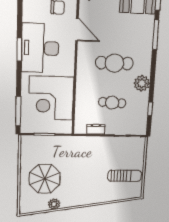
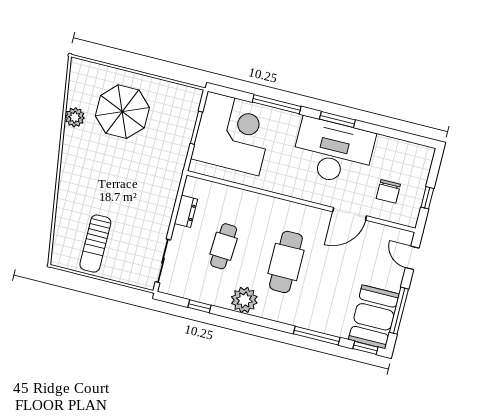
corner desk: (51, 98) -> (233, 133), moved, turned 90
window: (18, 111) -> (277, 104), moved

